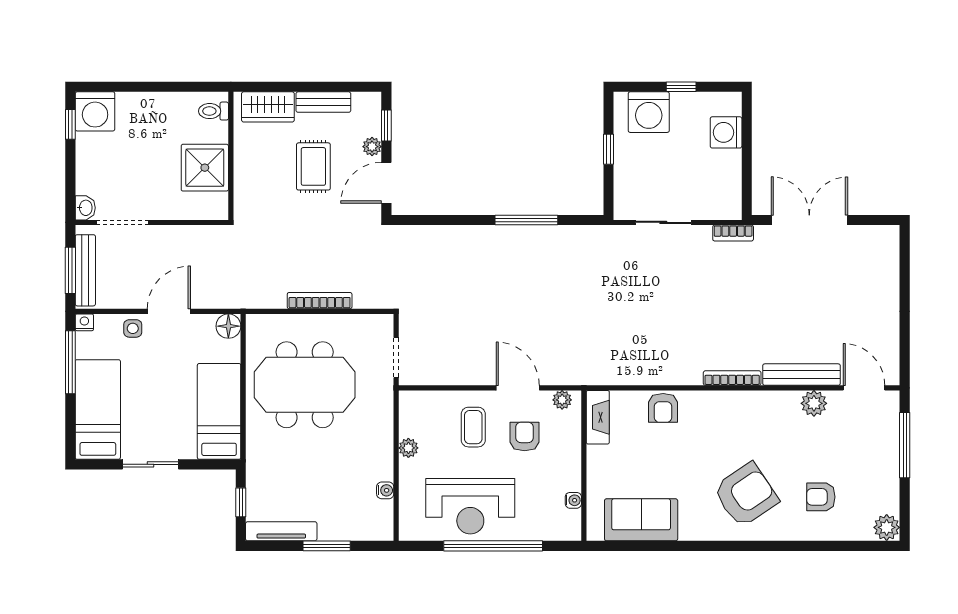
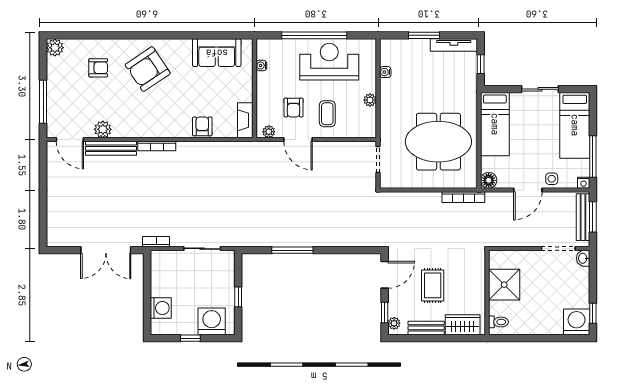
plant: (372, 147) -> (394, 323), moved
bookcase: (320, 301) -> (463, 197), moved

